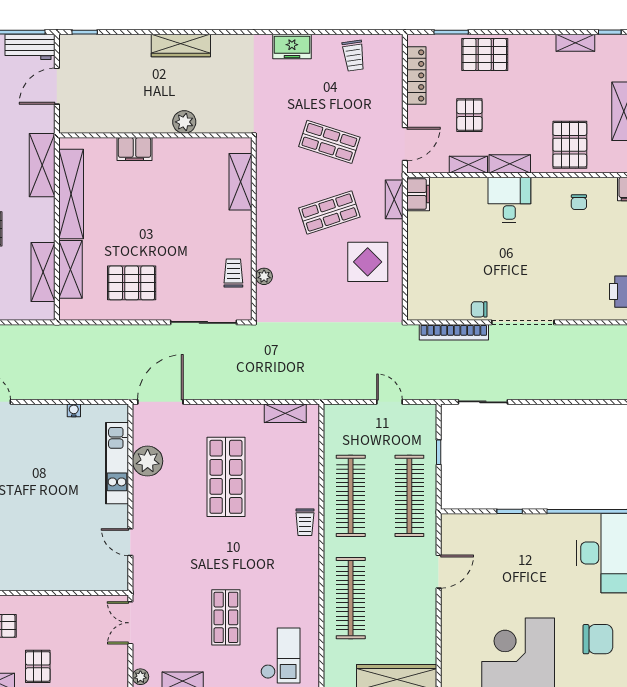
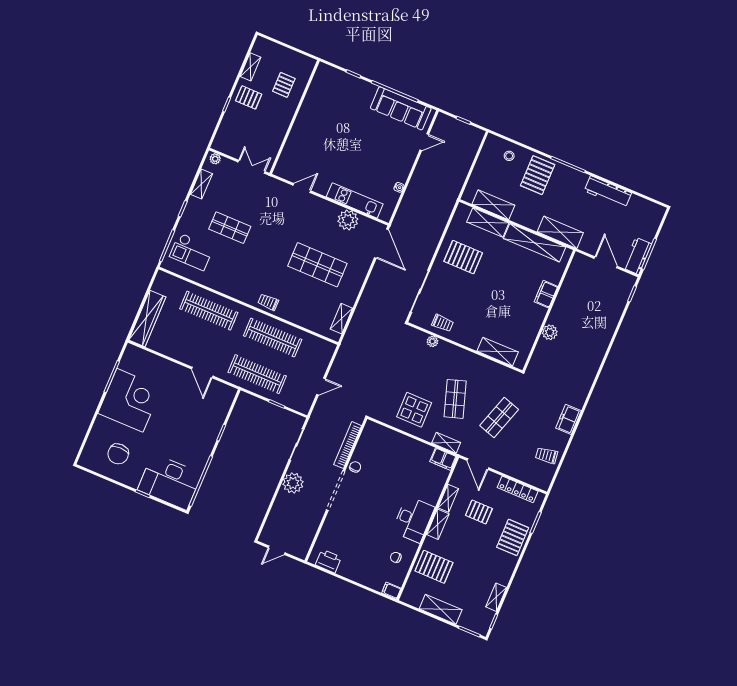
wardrobe: (181, 45) -> (598, 350), removed
desk: (509, 200) -> (413, 519), width x1.37
pallet: (132, 283) -> (463, 257), turned 90
plant: (537, 385) -> (293, 483), added

